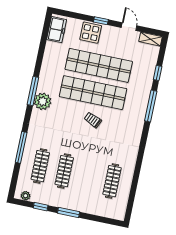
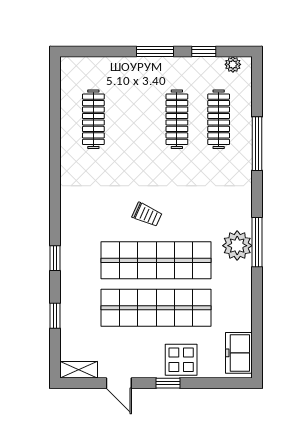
plant: (43, 101) -> (237, 246), moved
window: (151, 106) -> (55, 258), width x0.46

